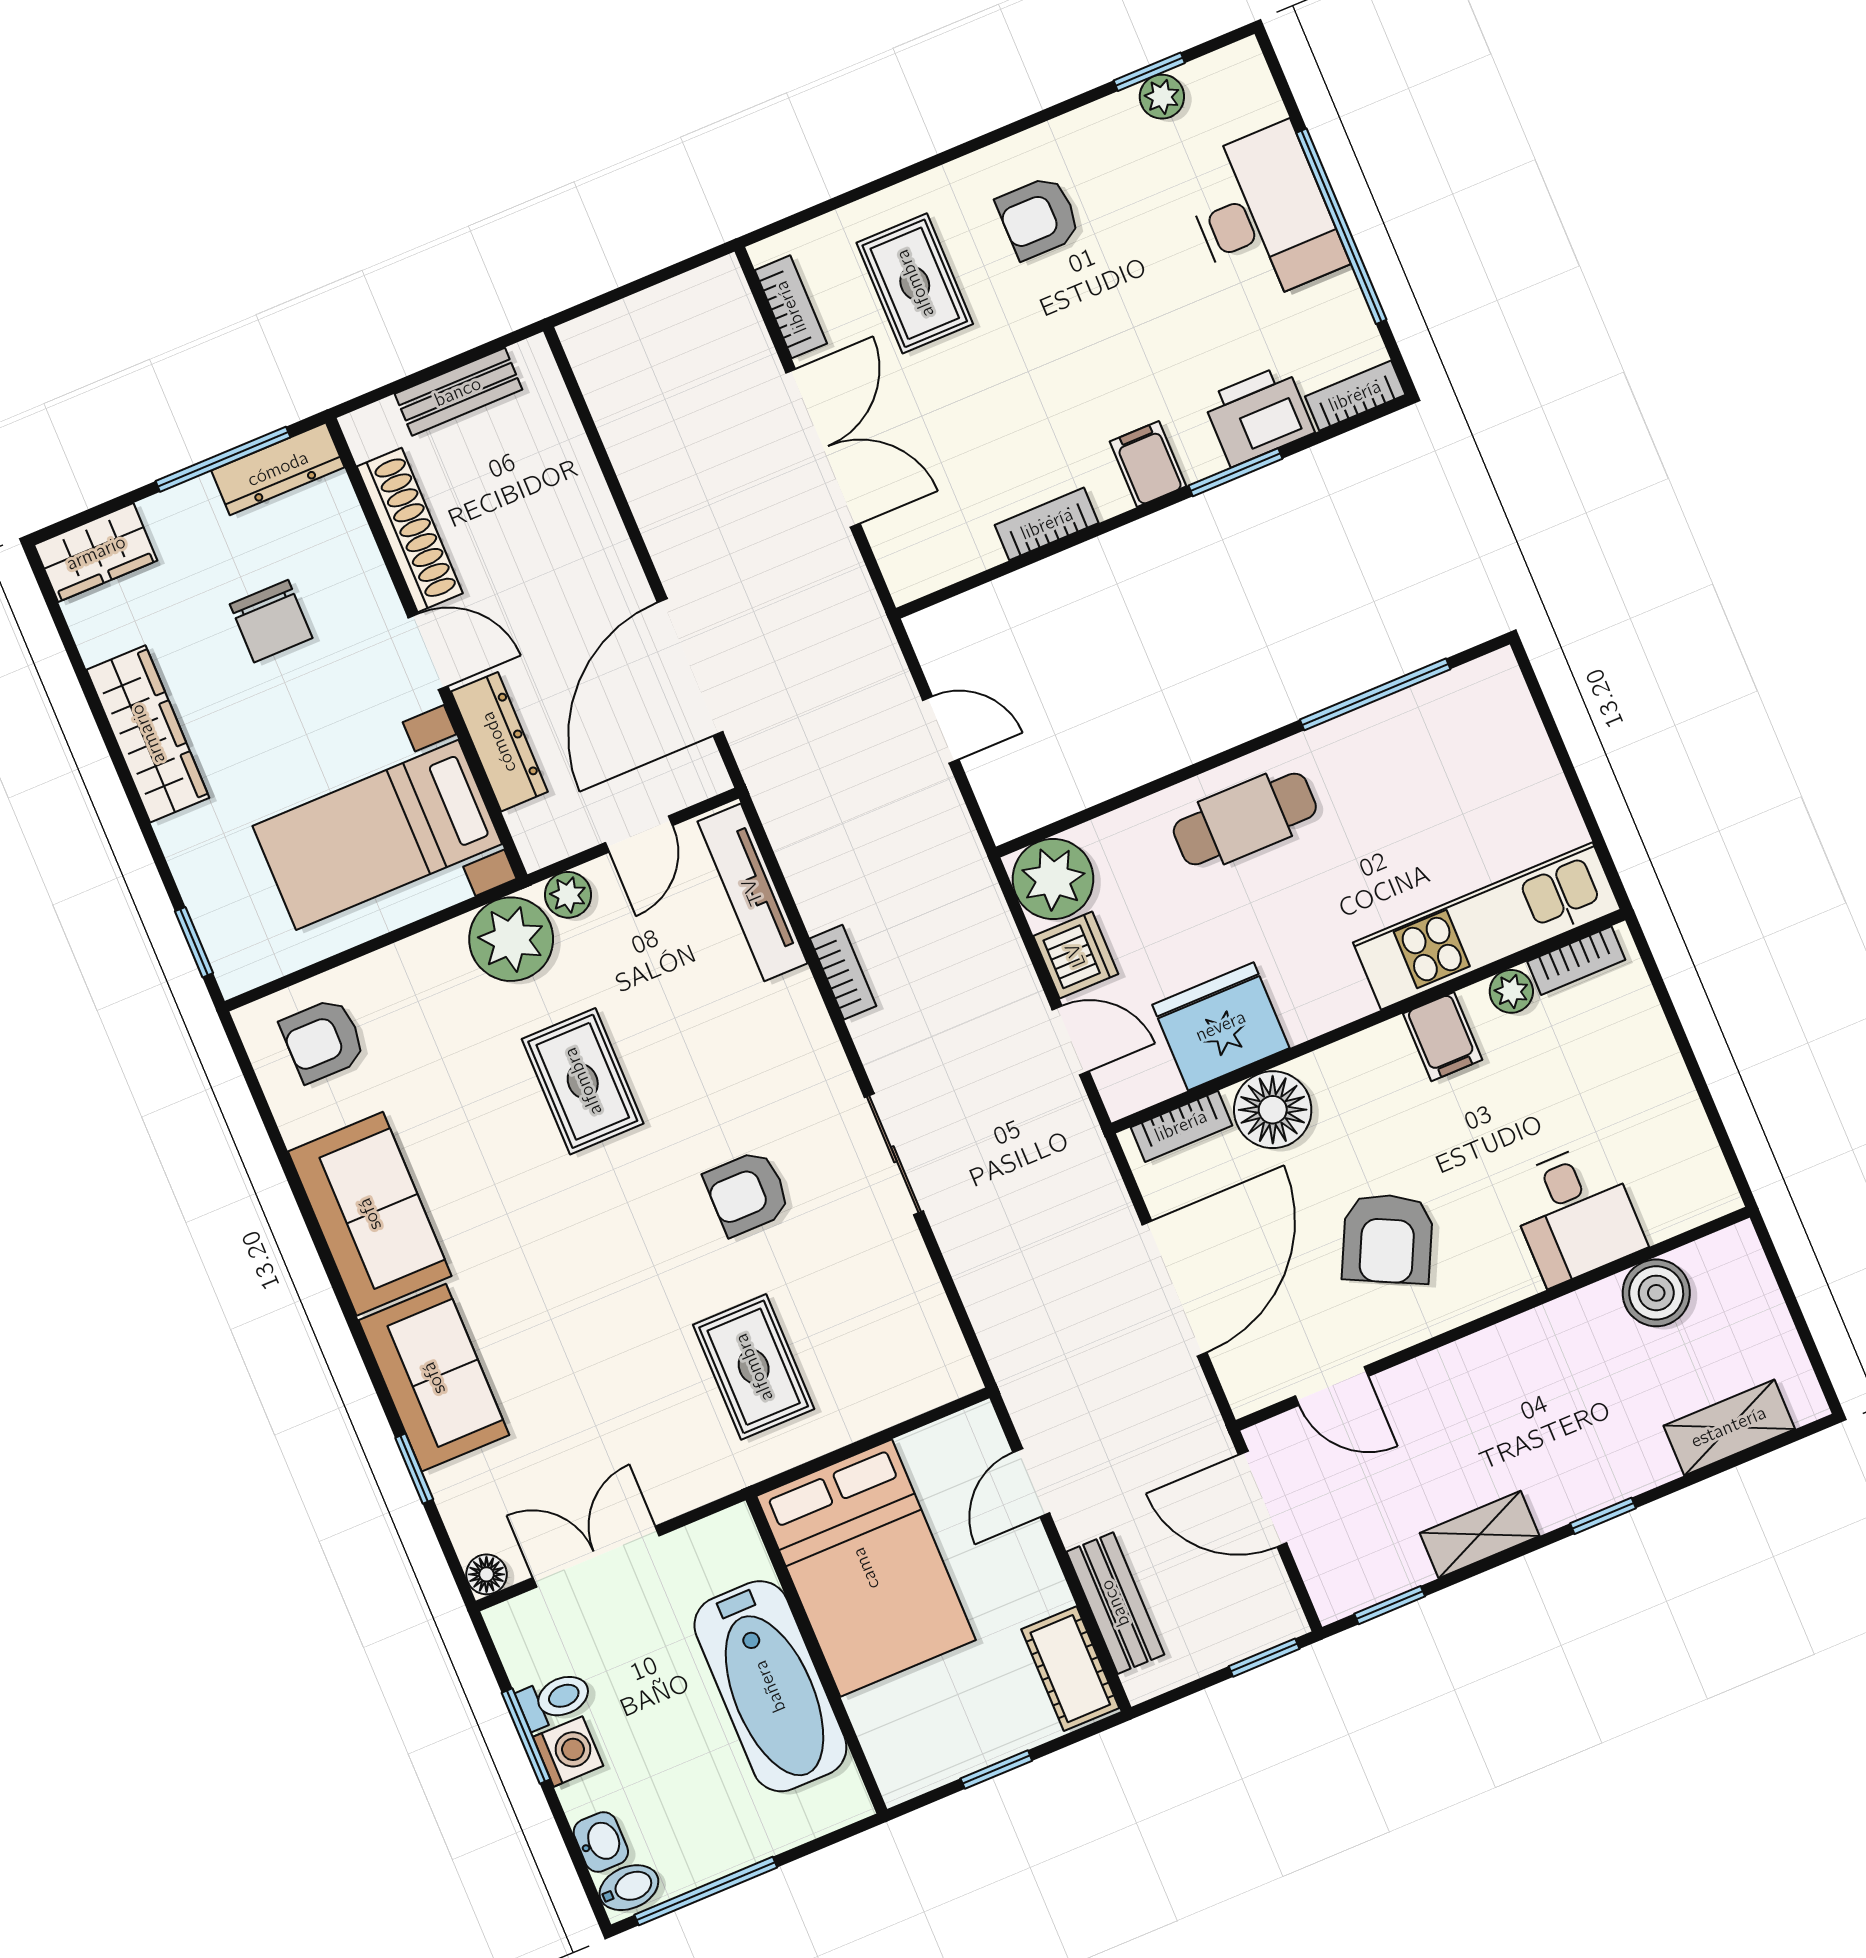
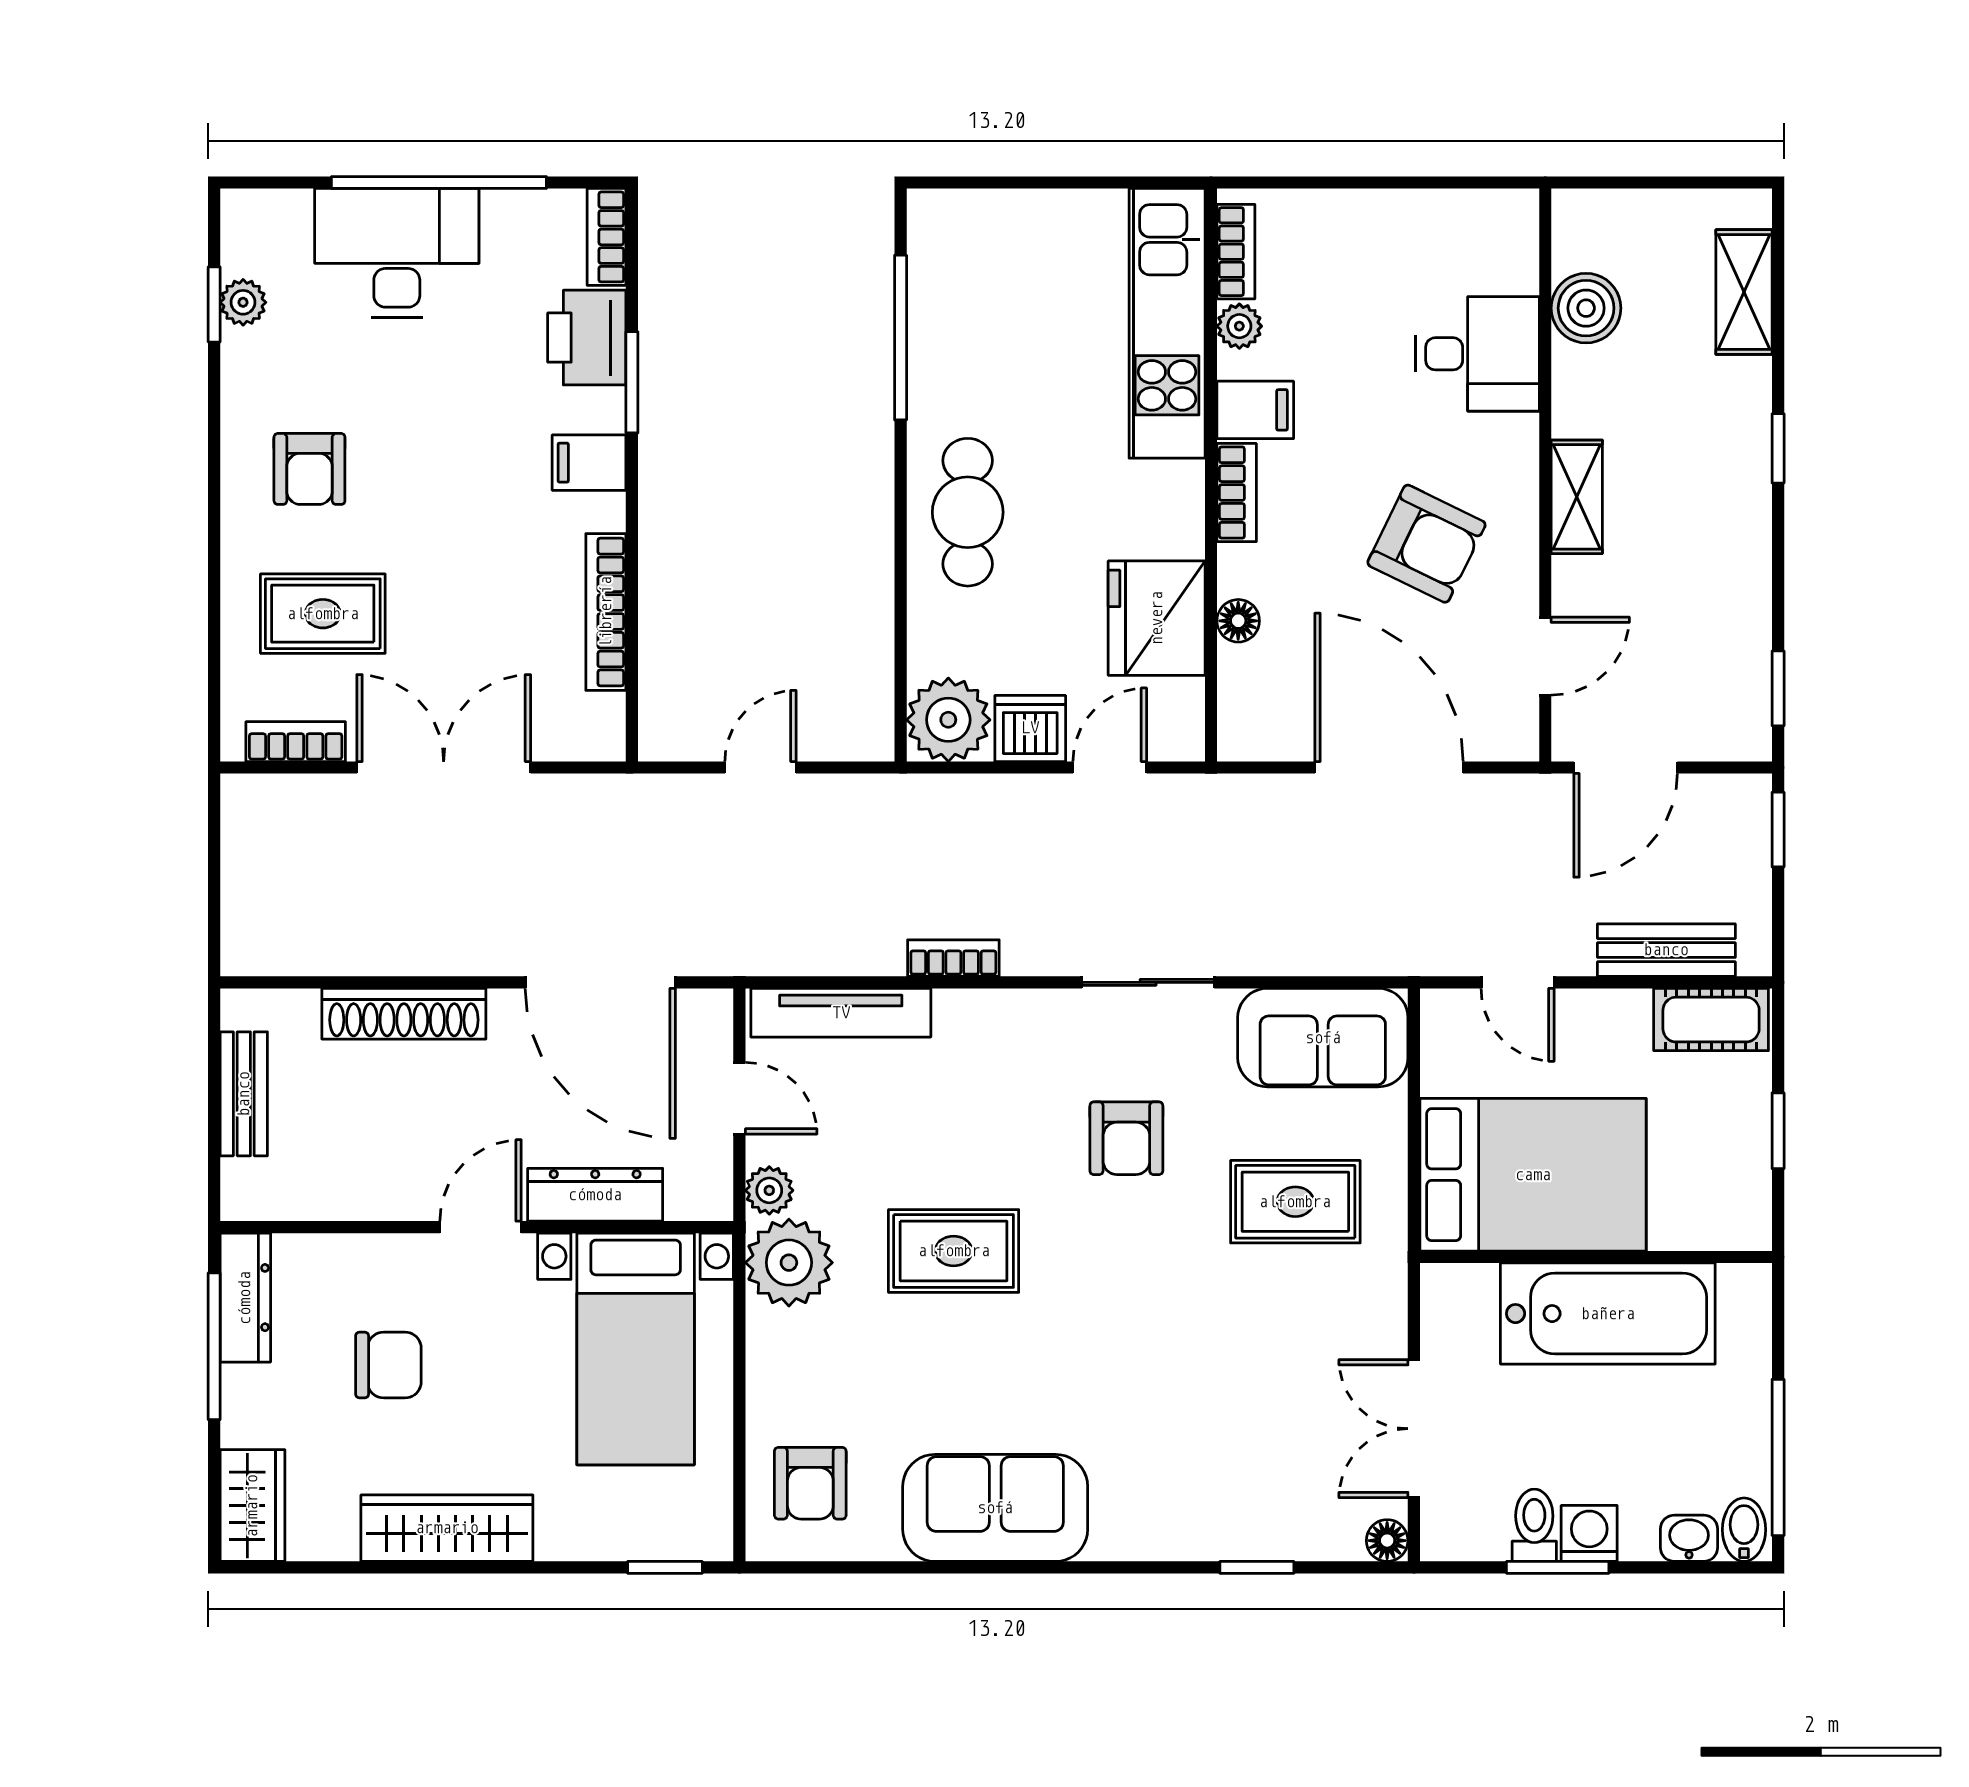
bookcase: (1047, 524) -> (606, 612), width x1.56
shoe rack: (410, 530) -> (404, 1014), moved, turned 180
floor lamp: (1273, 1110) -> (1238, 621), width x0.53, depth x0.53
bookcase: (1181, 1126) -> (1237, 493), moved
sofa: (434, 1378) -> (1323, 1038), moved, turned 180
shelving: (1480, 1535) -> (1577, 497), moved

